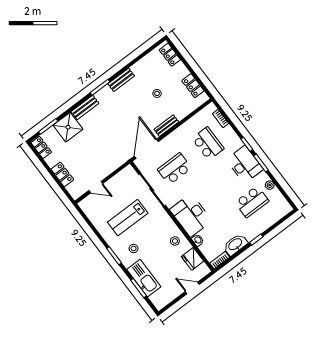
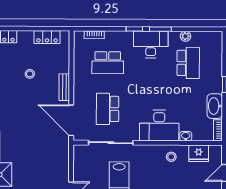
school desk: (208, 144) -> (108, 63), turned 180

